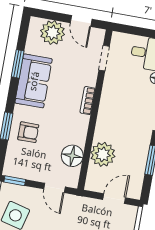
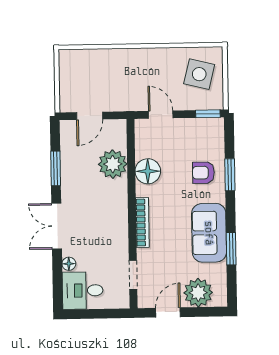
door: (81, 21) -> (168, 312), hinge flipped
bookcase: (88, 101) -> (142, 223), width x1.56
floor lamp: (72, 156) -> (148, 171), moved

